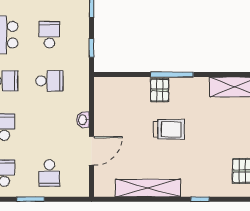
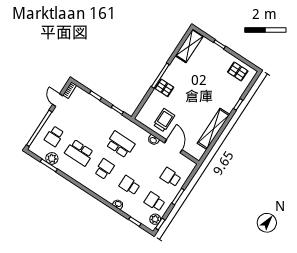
school desk: (49, 35) -> (95, 128), removed
school desk: (49, 81) -> (120, 144), width x1.85
trolley: (169, 129) -> (164, 120), moved
school desk: (49, 173) -> (170, 177), turned 180

